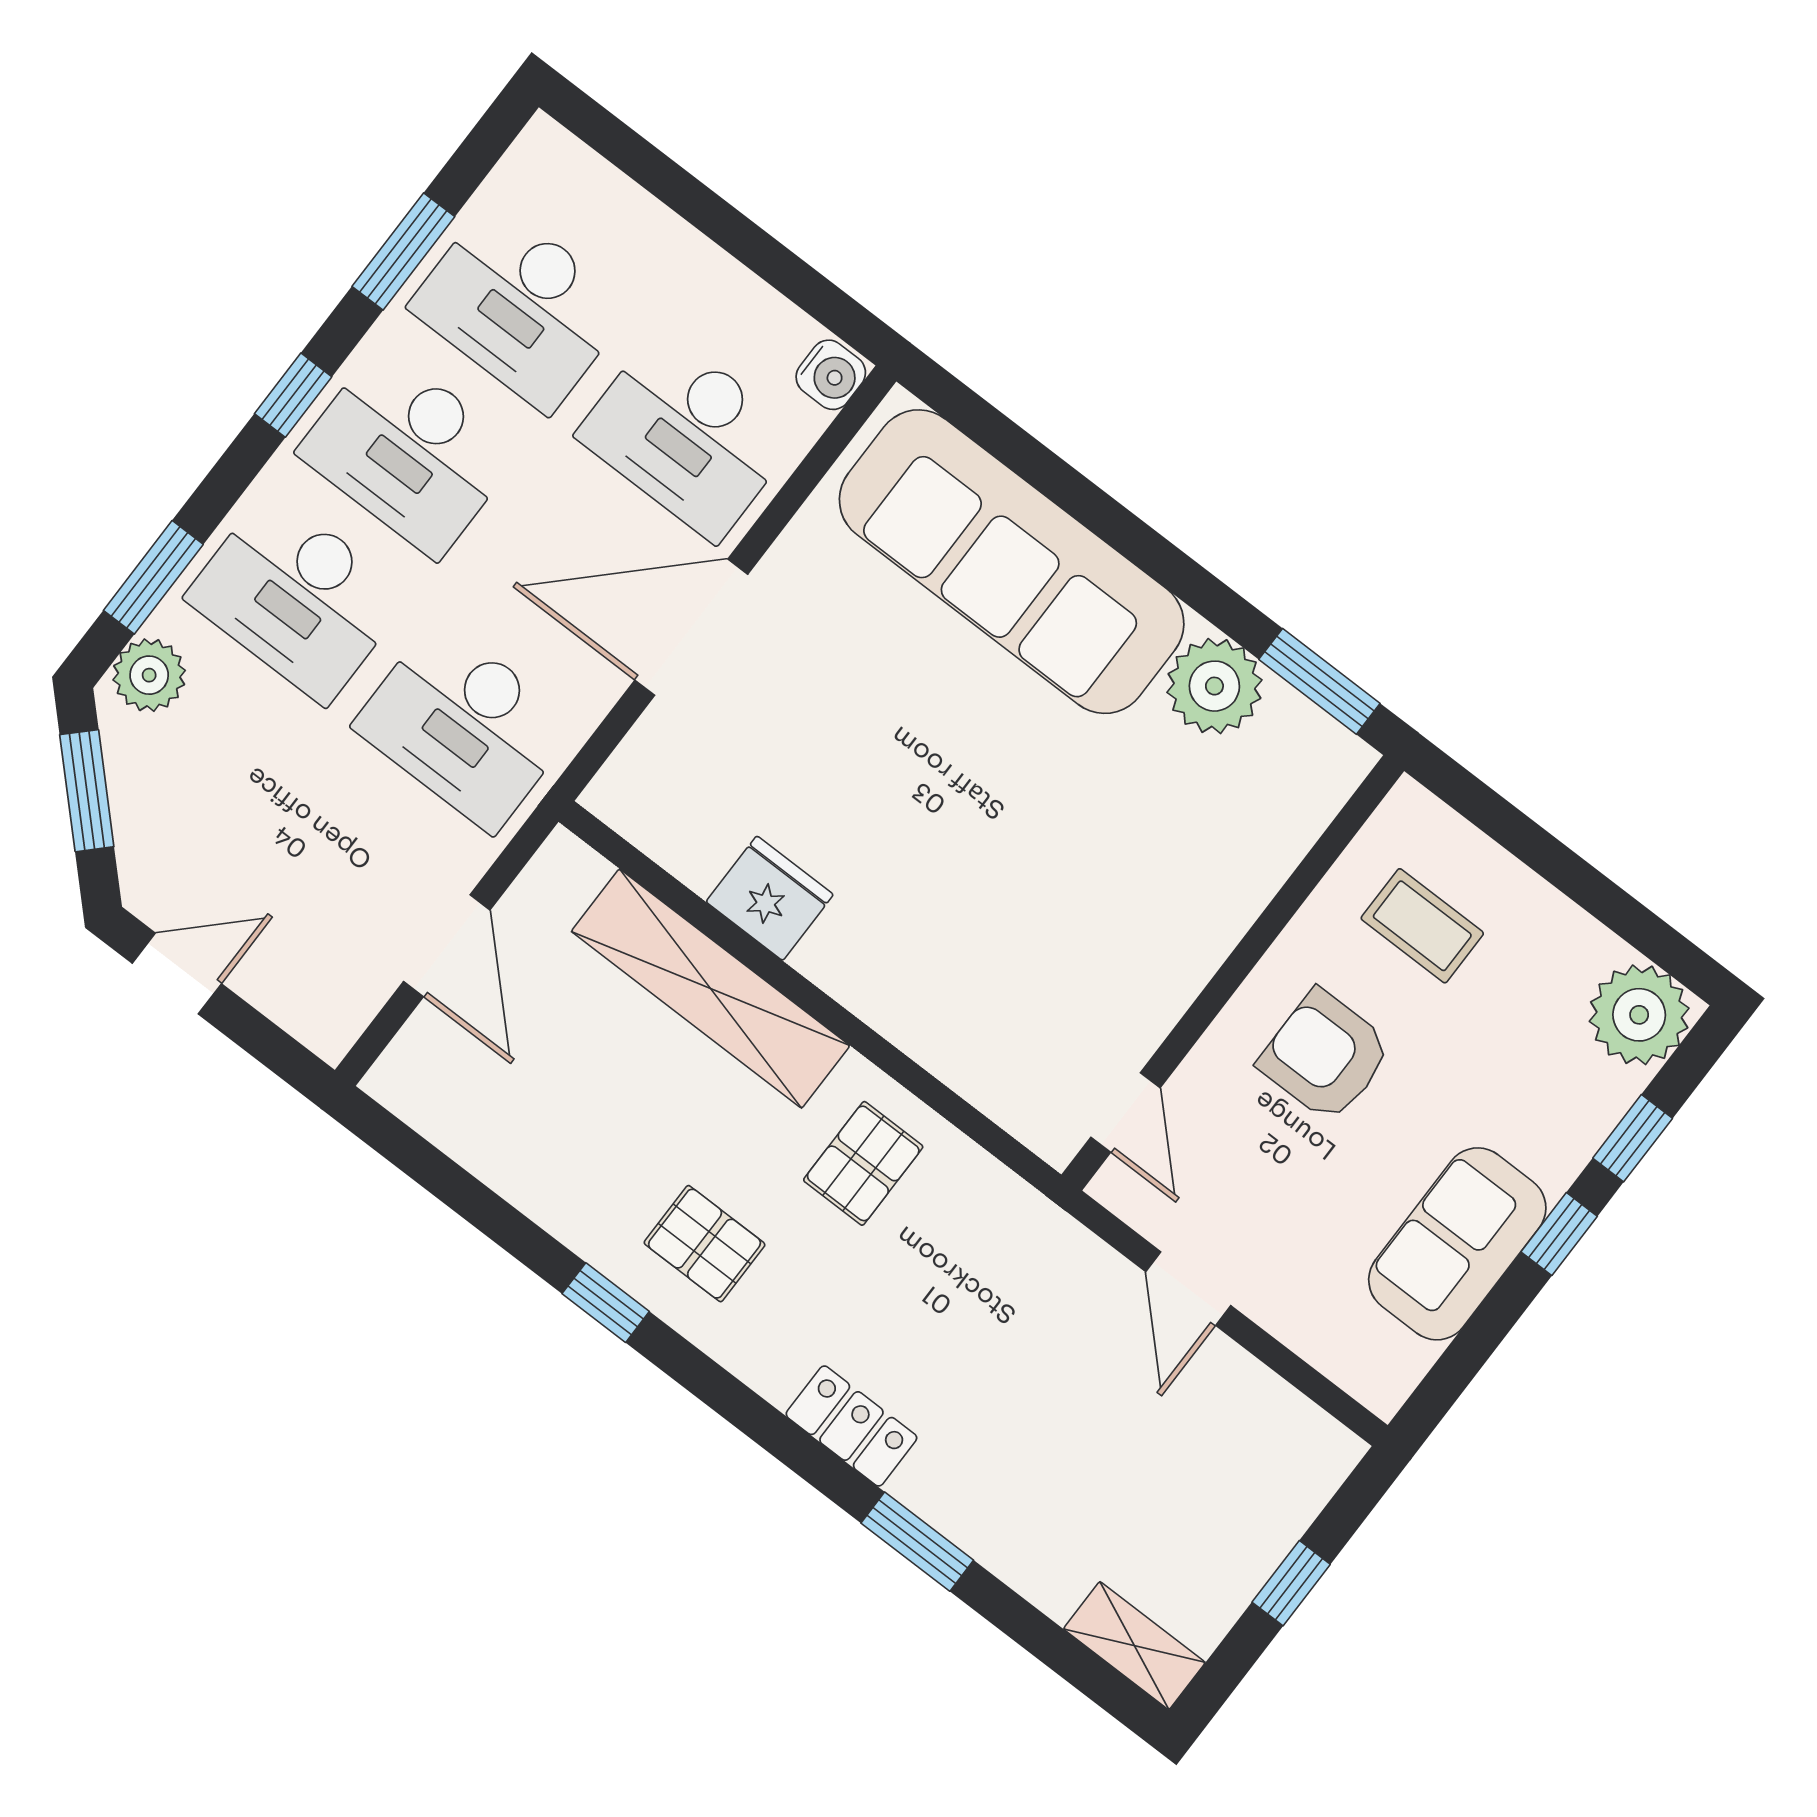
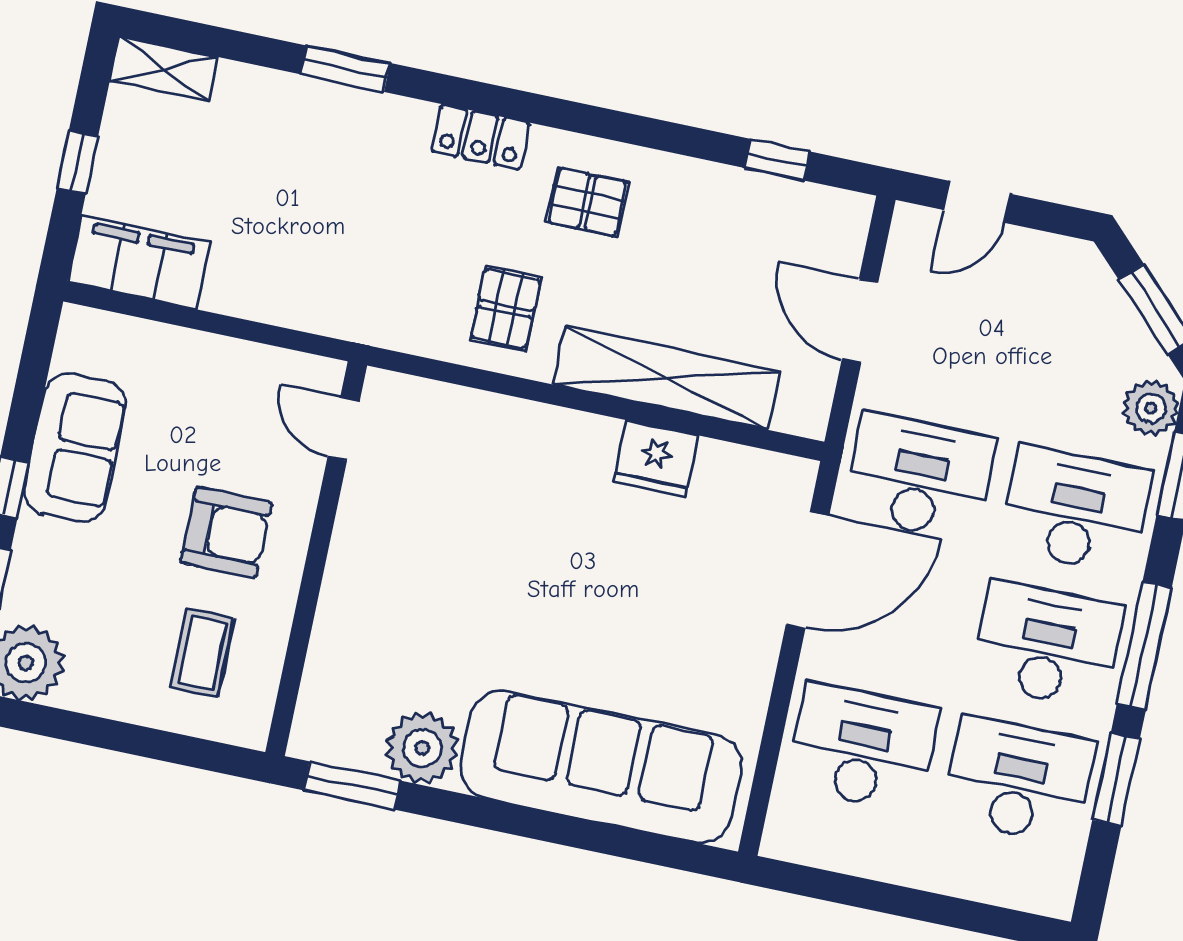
water cooler: (831, 375) -> (785, 835), removed
window: (293, 395) -> (1144, 646), width x2.17
door: (691, 627) -> (808, 570), moved
coffee table: (1422, 926) -> (202, 653), turned 90
door: (177, 973) -> (977, 202), moved
door: (1188, 1289) -> (243, 329), removed
window: (606, 1303) -> (777, 160), moved
locker: (851, 1426) -> (481, 137), moved
filing cabinet: (1275, 1429) -> (139, 262), added

